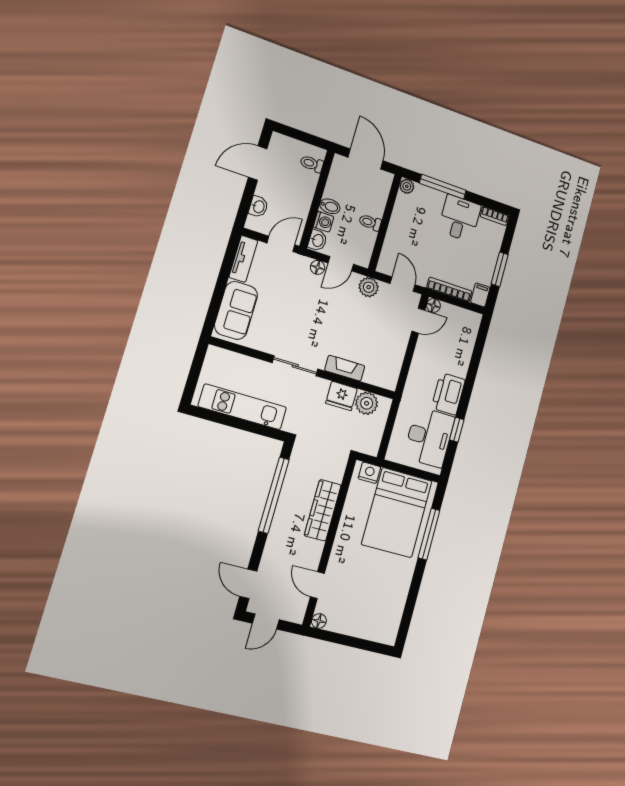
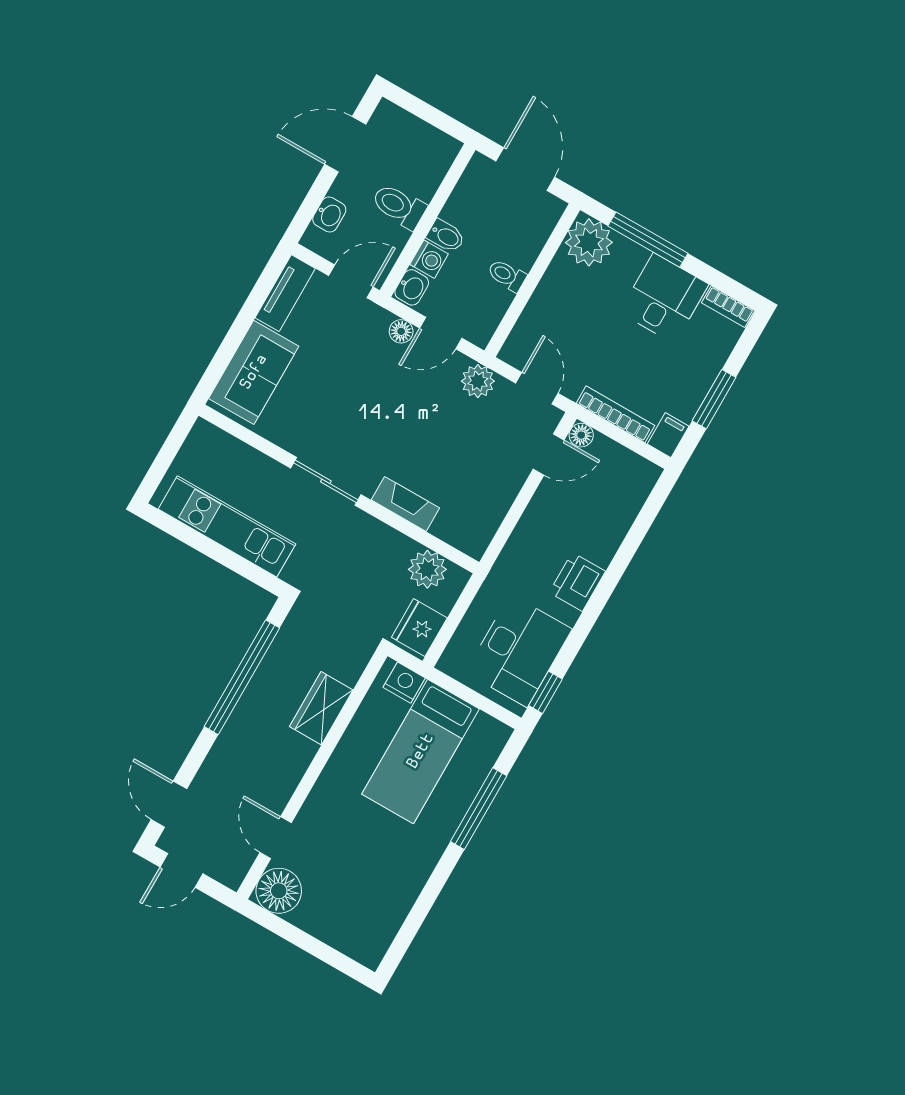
toilet: (312, 164) -> (399, 206), moved, width x1.37, depth x1.39
plant: (407, 186) -> (589, 242), width x1.88, depth x1.88
printer: (448, 394) -> (577, 582), width x0.73, depth x0.84
fridge: (341, 396) -> (419, 628), moved, turned 90
window: (457, 430) -> (545, 692), moved
wardrobe: (323, 510) -> (321, 708), width x0.67
bed: (397, 513) -> (421, 751), width x0.67
floor lamp: (319, 621) -> (279, 891), width x1.89, depth x1.89

